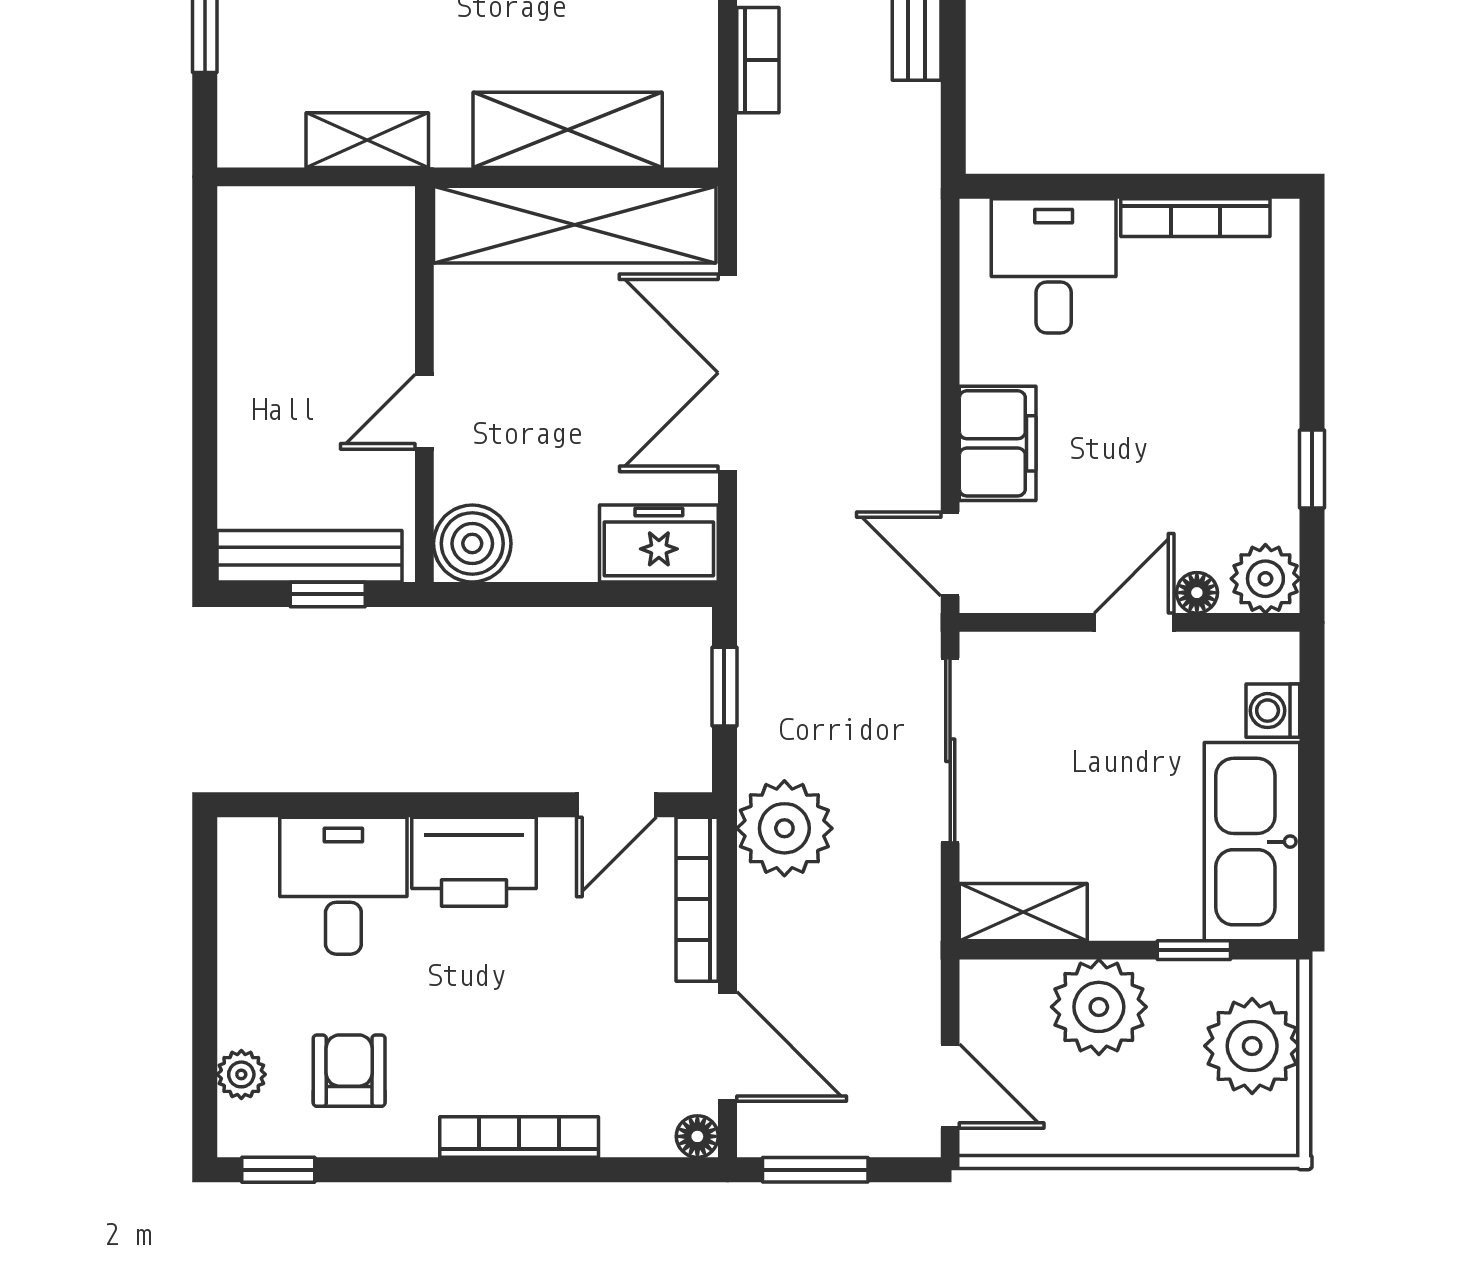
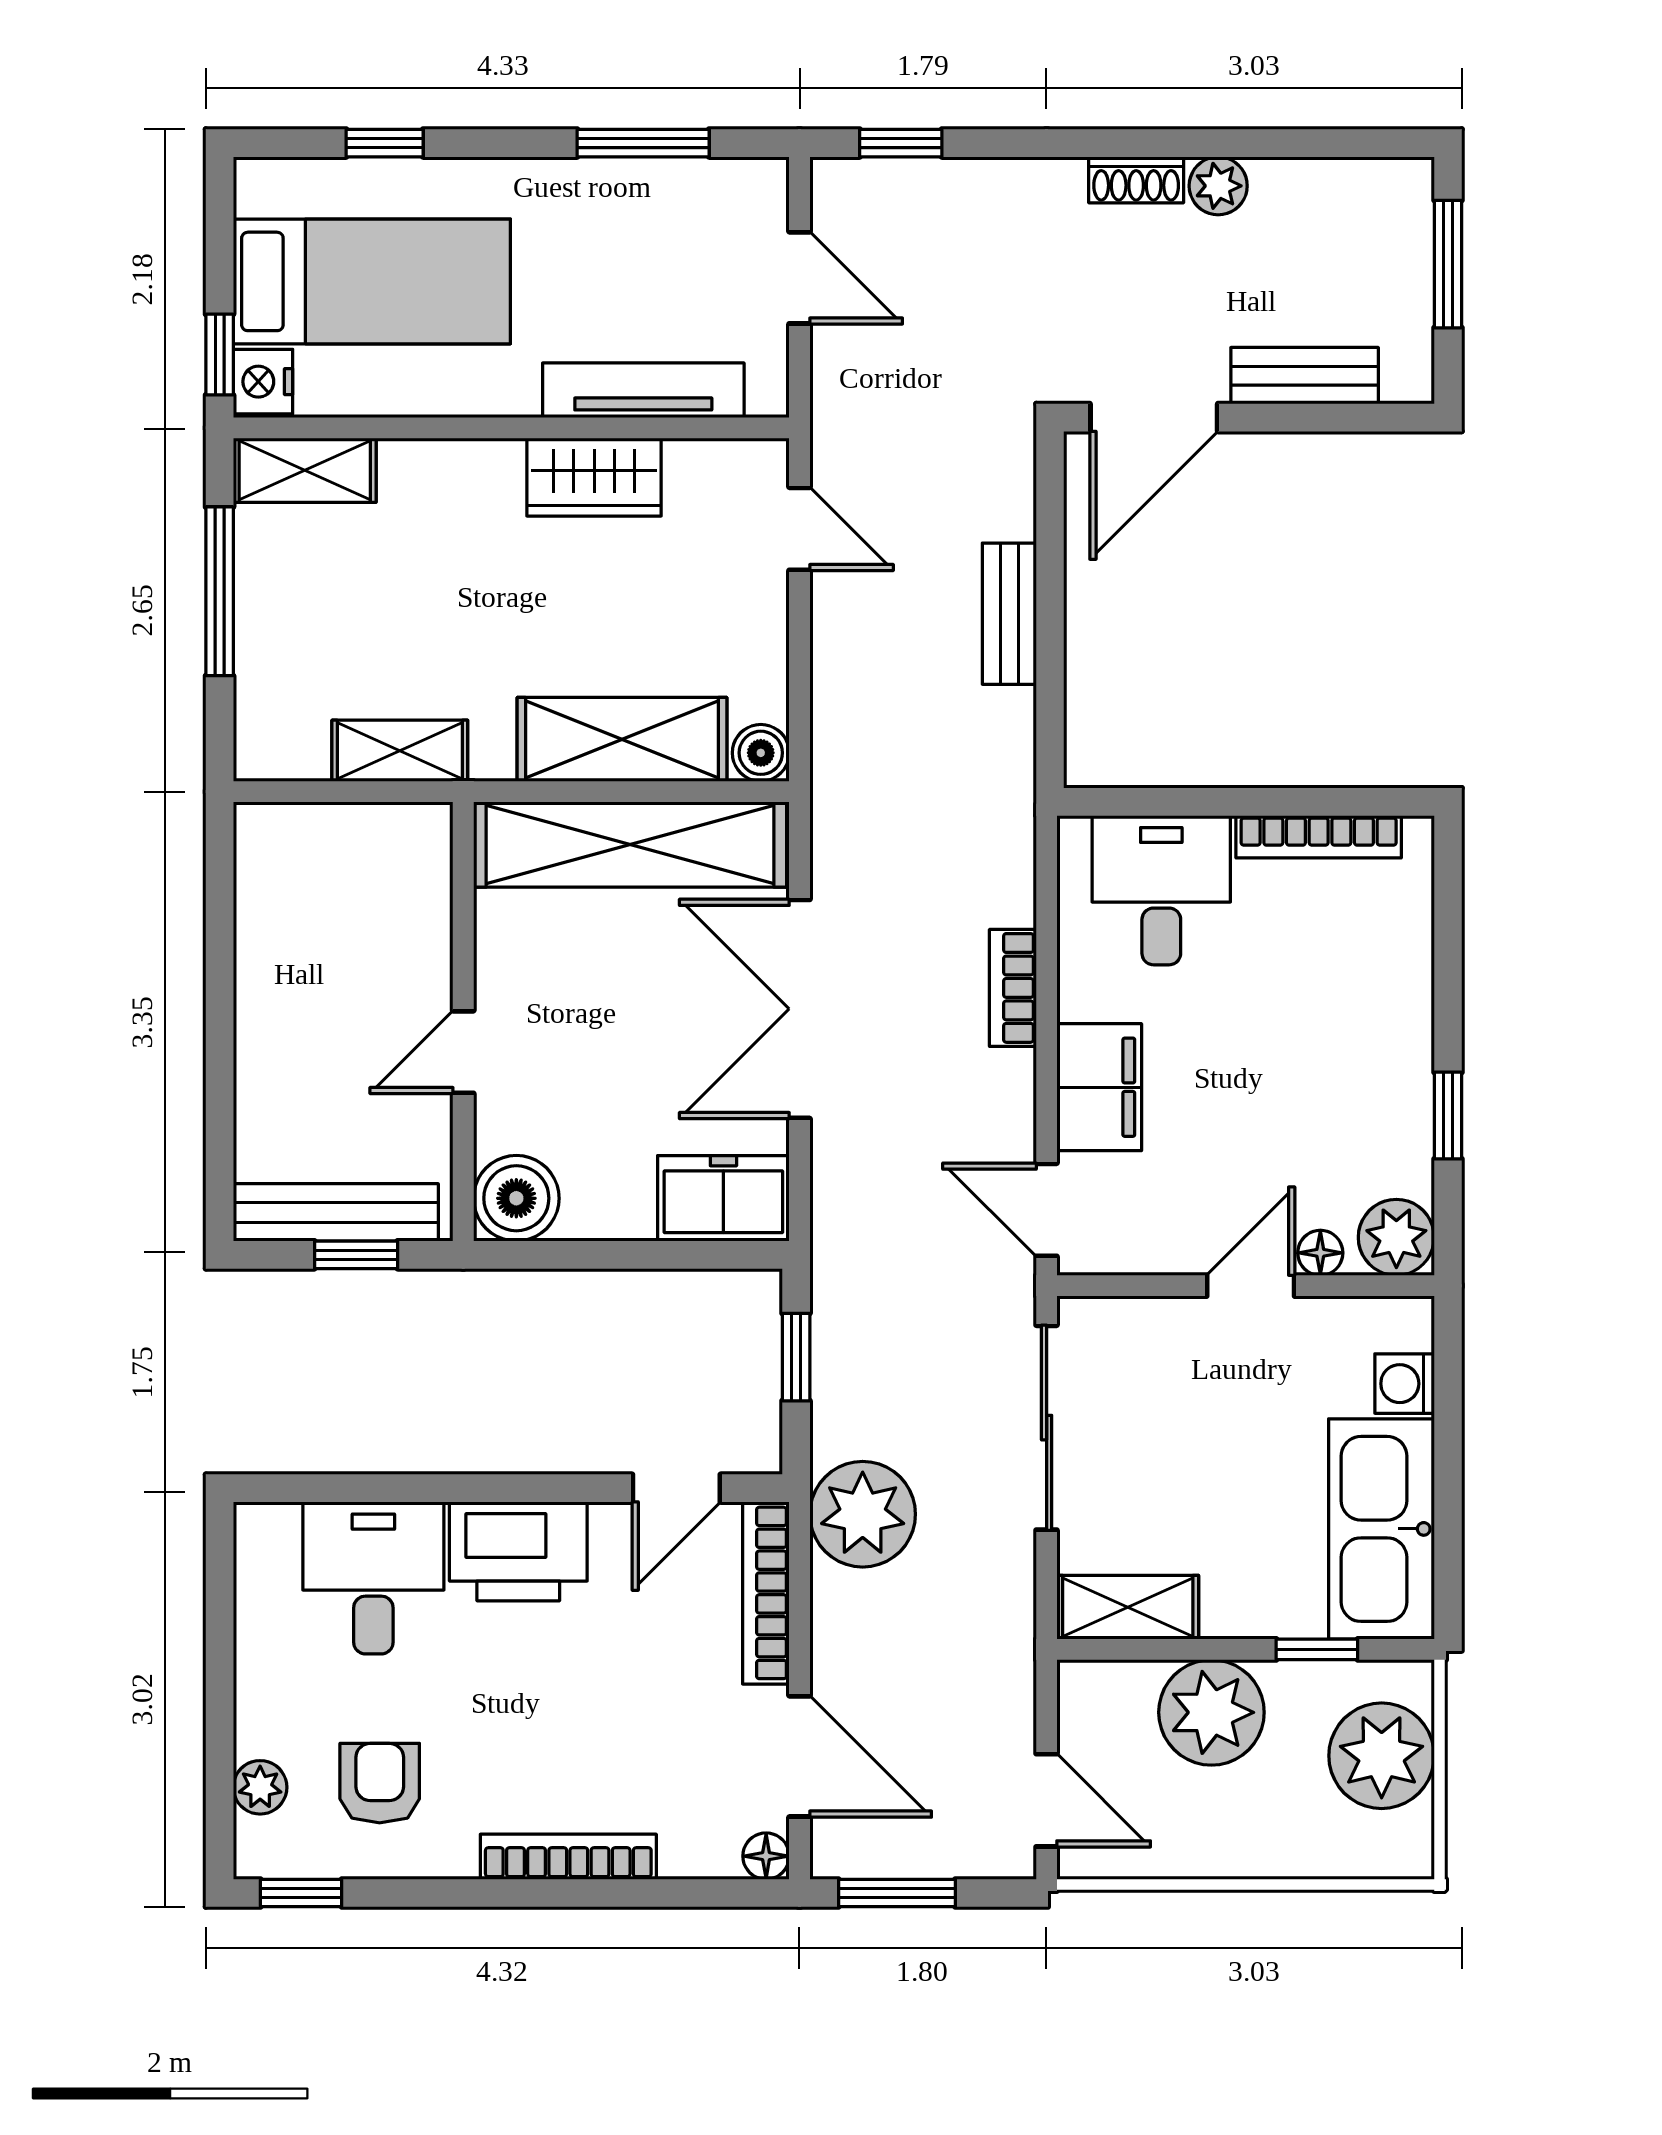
bookcase: (758, 60) -> (1013, 988), moved, turned 180
boiler: (693, 142) -> (761, 753), added

